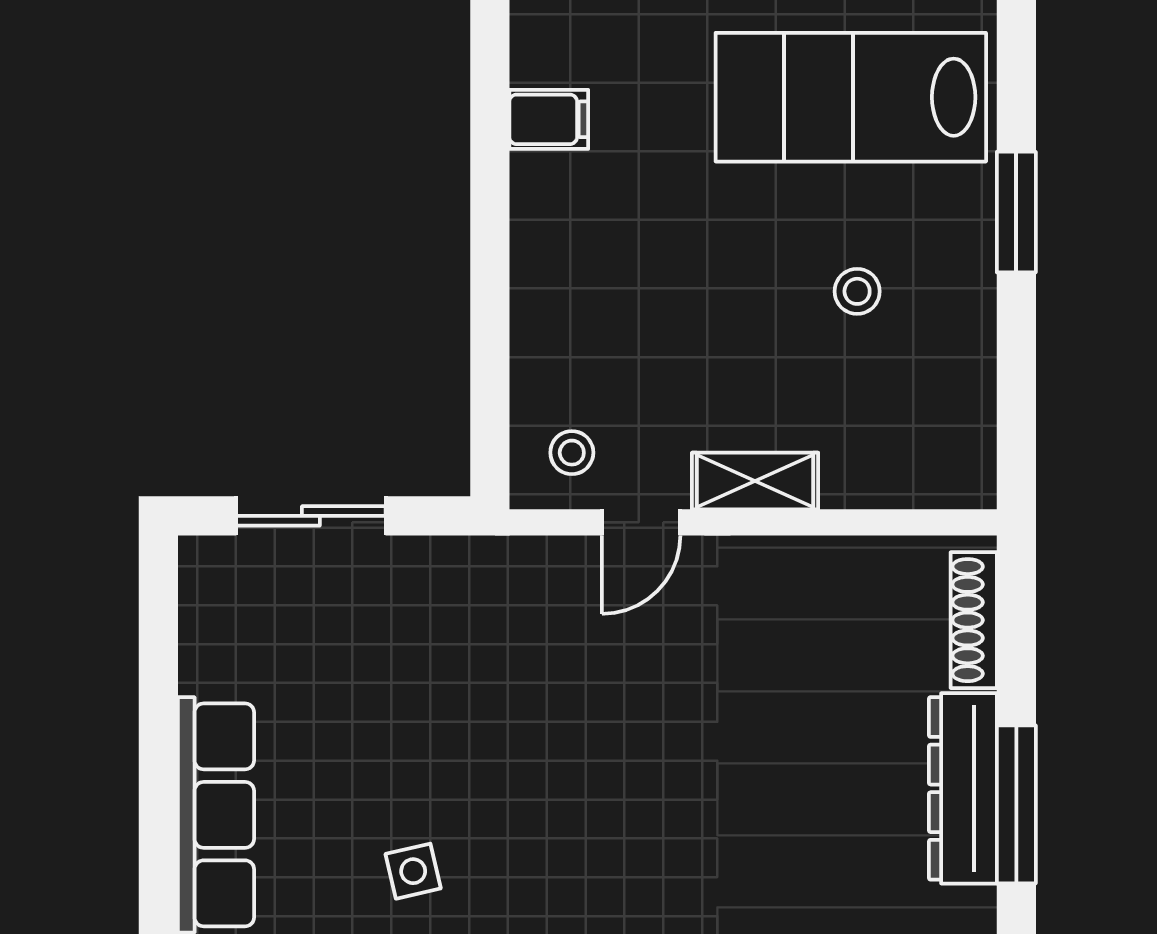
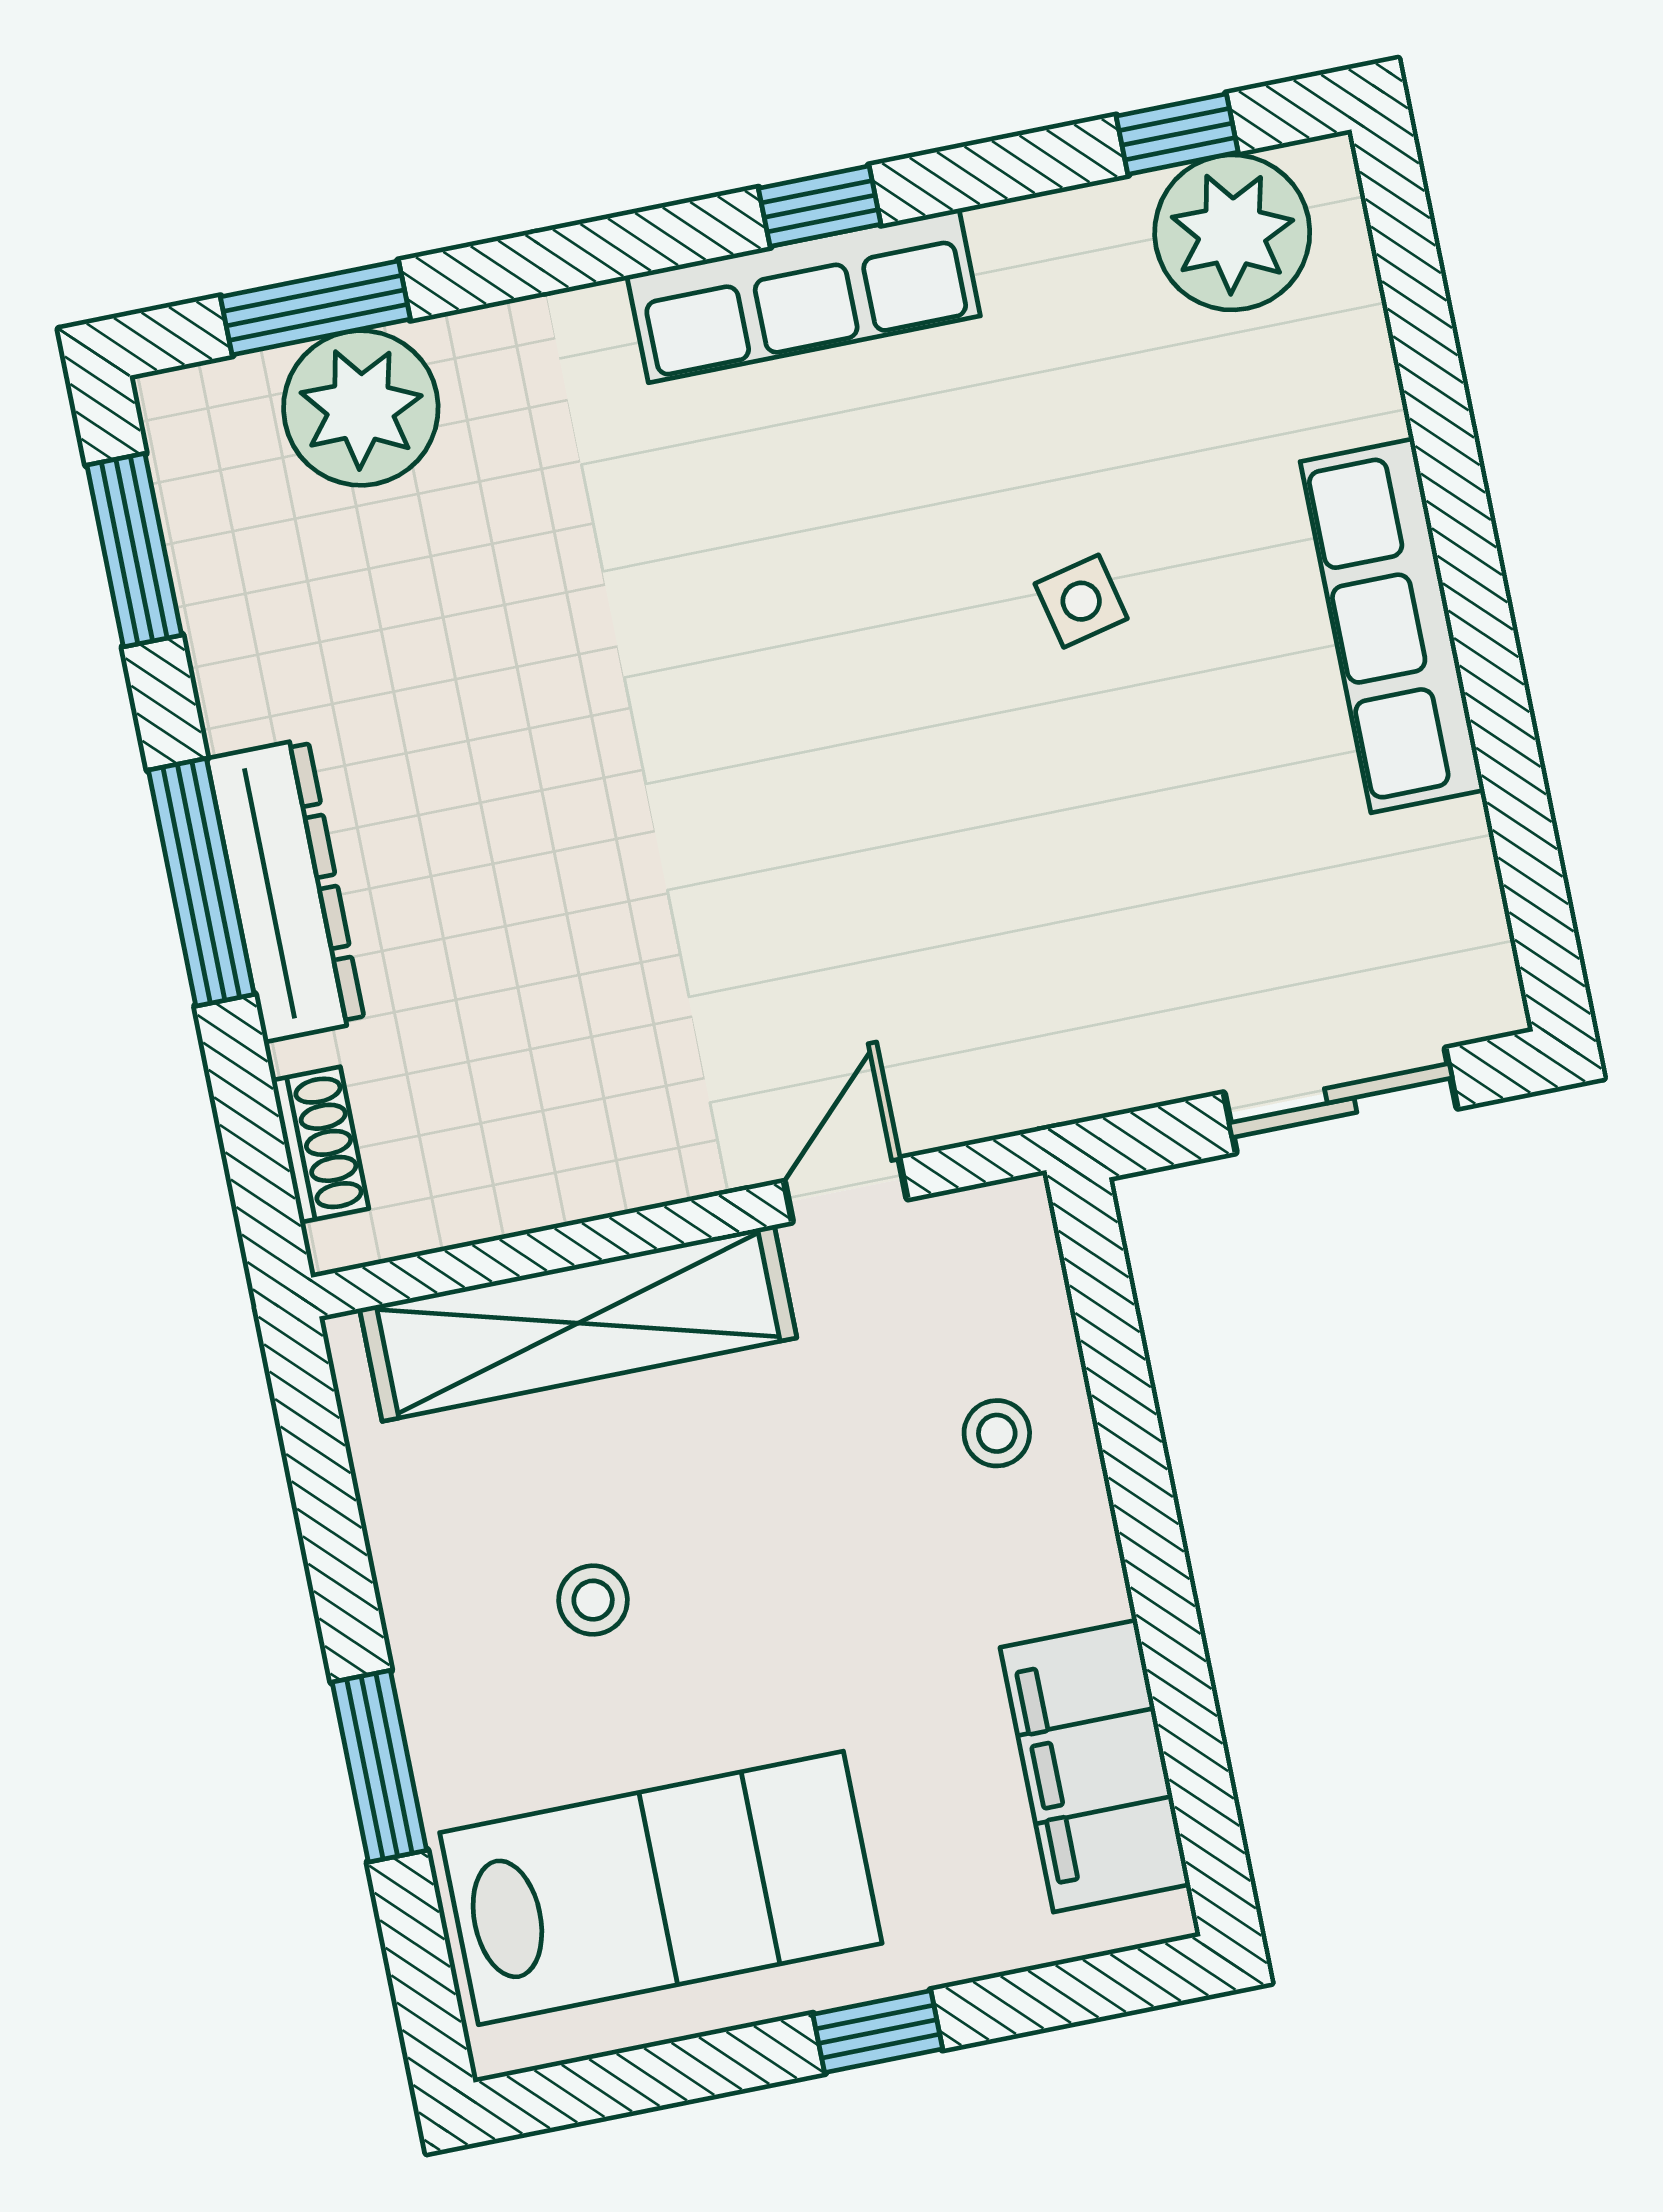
filing cabinet: (549, 119) -> (1095, 1766), width x3.00, depth x1.17
stool: (572, 453) -> (997, 1433), moved
shelving: (755, 481) -> (578, 1323), width x2.20, depth x1.33
shoe rack: (974, 620) -> (320, 1145), width x0.70

